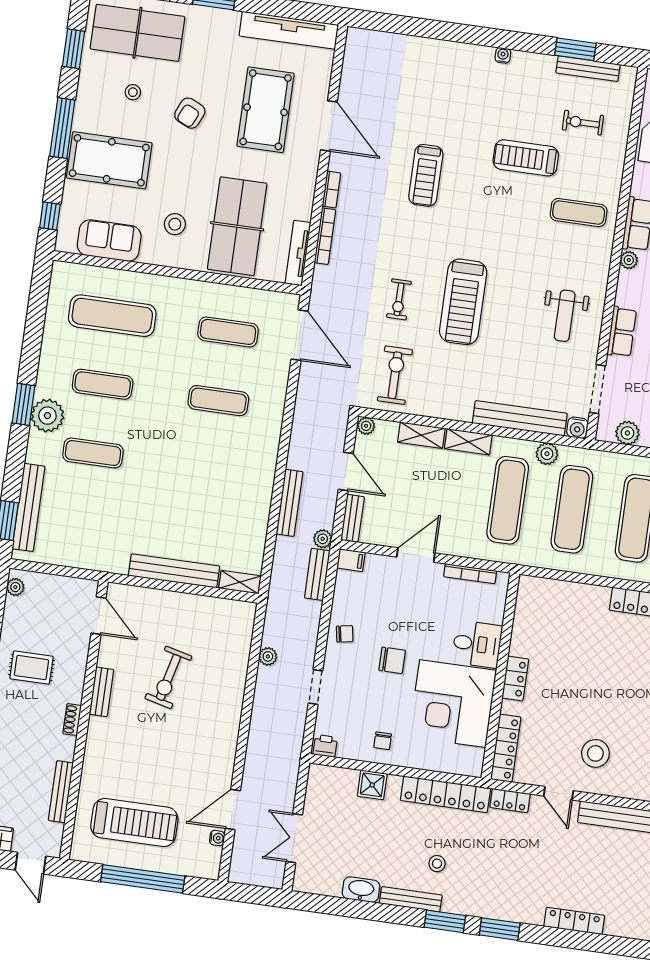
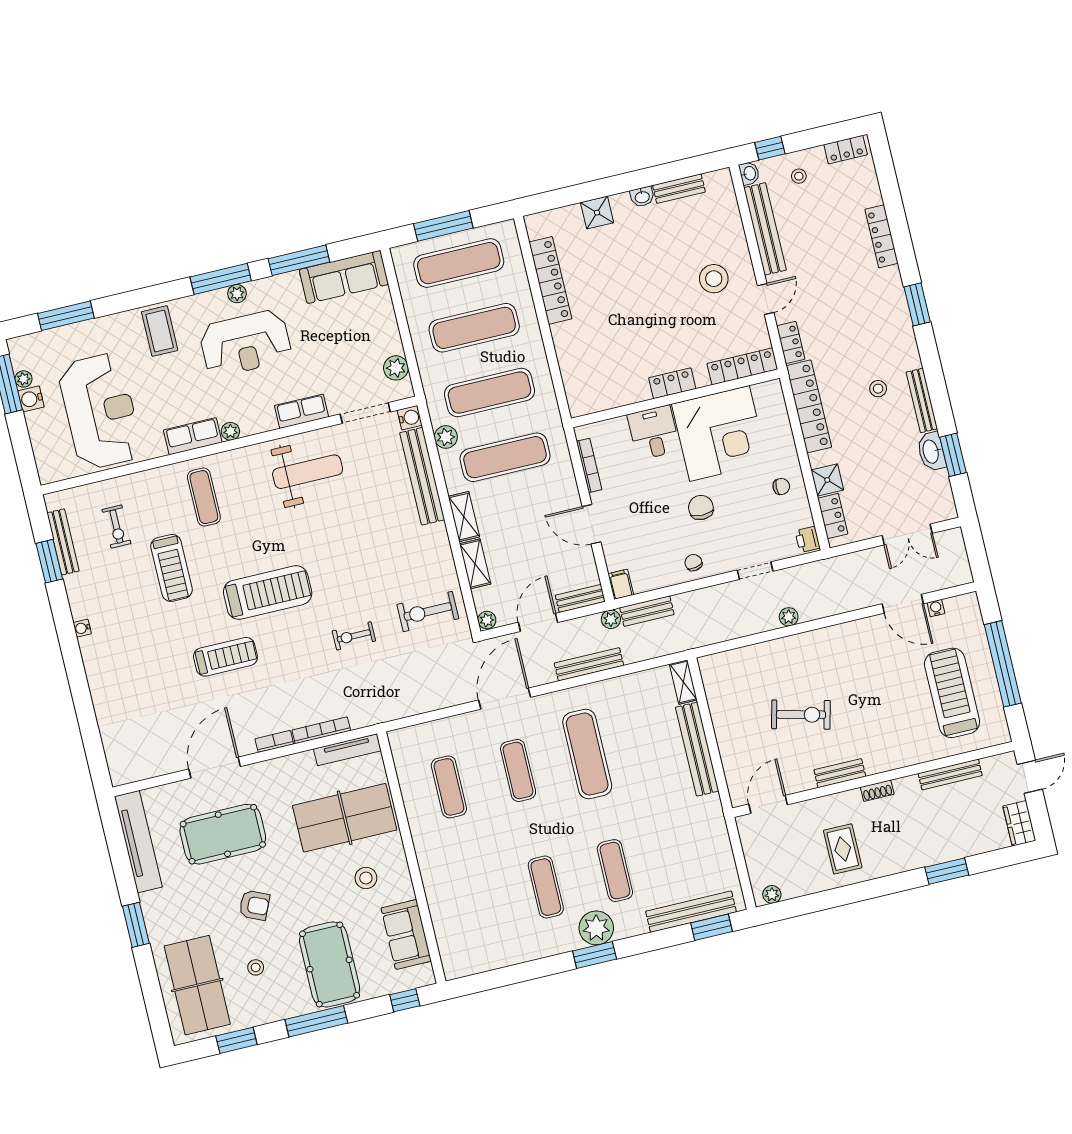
exercise bike: (399, 299) -> (354, 636), turned 180
treadmill: (463, 302) -> (268, 593), moved
exercise mat: (112, 316) -> (587, 754), moved
weight bench: (565, 316) -> (308, 472), width x1.36, depth x1.33
door: (299, 335) -> (505, 699), moved
plant: (268, 656) -> (789, 617), moved
locker: (337, 777) -> (833, 516), added
window: (445, 921) -> (953, 455), moved

